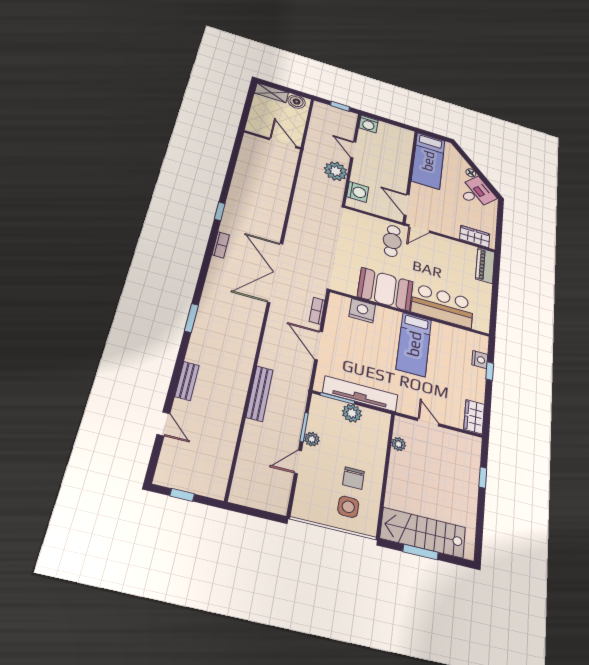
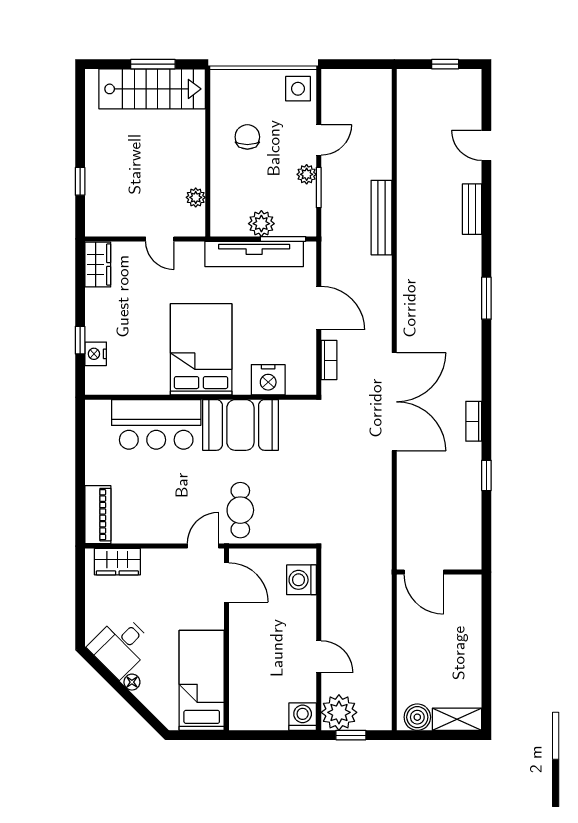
wall: (272, 140) -> (439, 572), moved
door: (283, 143) -> (424, 572), moved
plant: (336, 171) -> (339, 712), moved
bed: (414, 344) -> (201, 349), width x1.50
side table: (348, 507) -> (298, 89), moved

